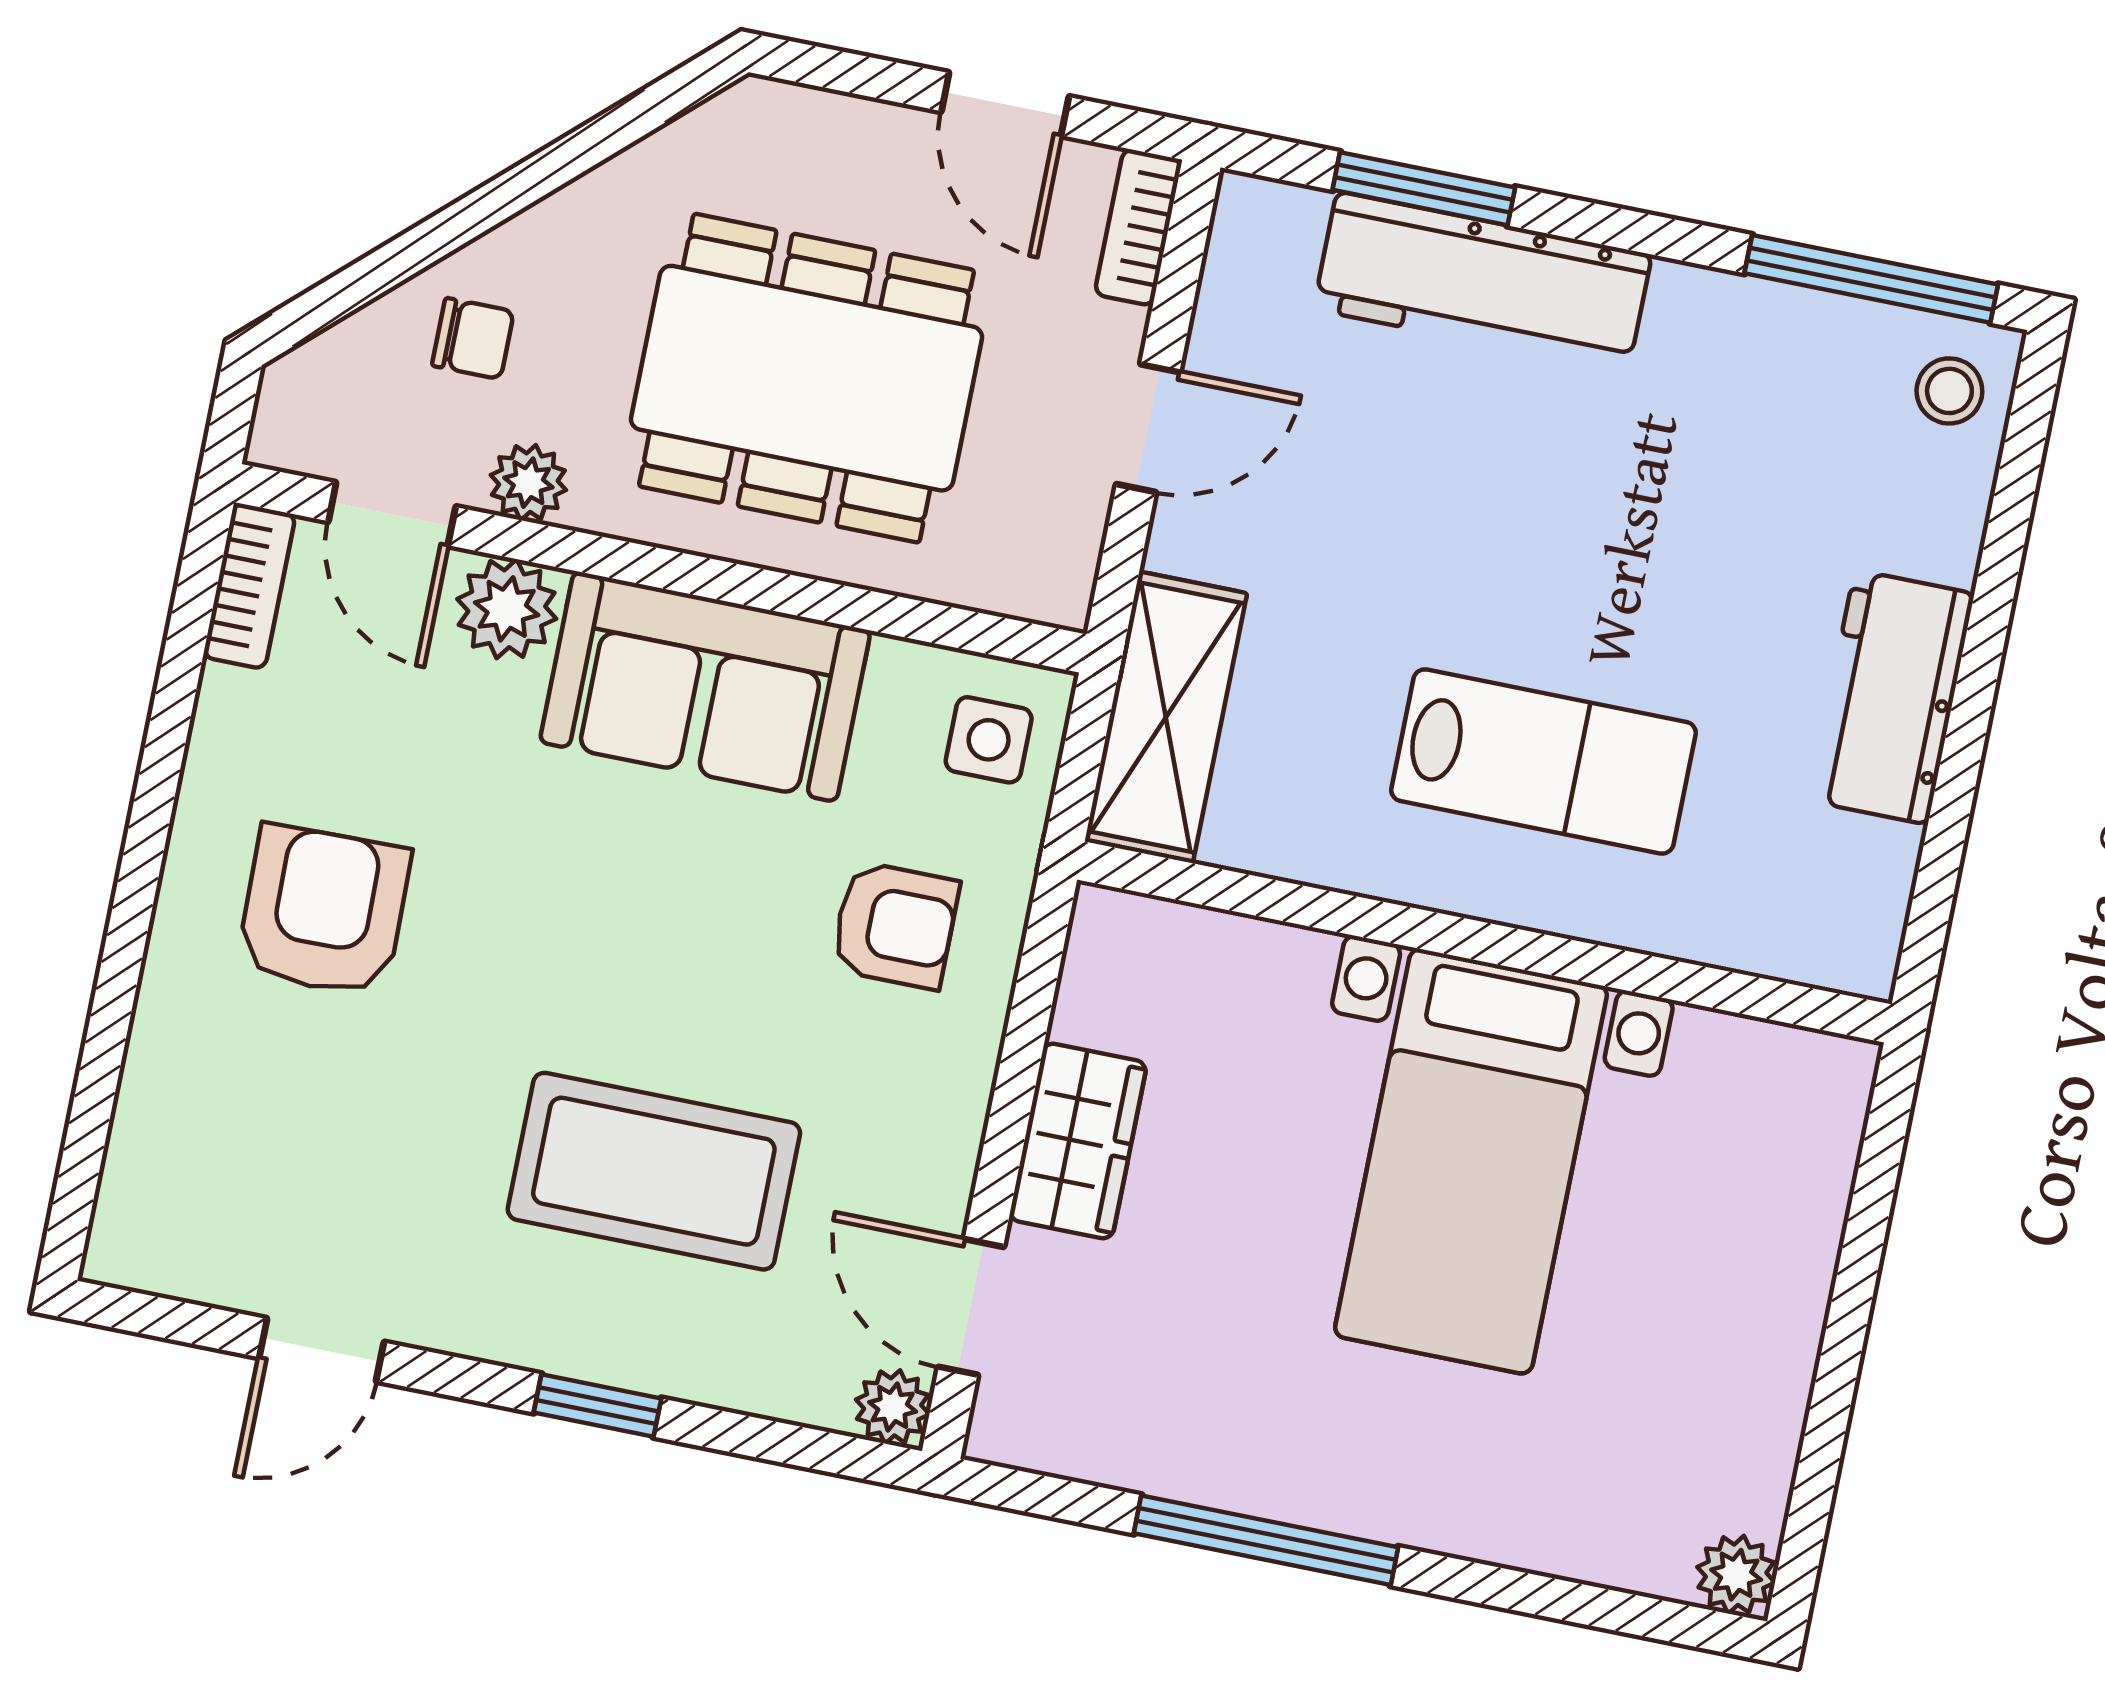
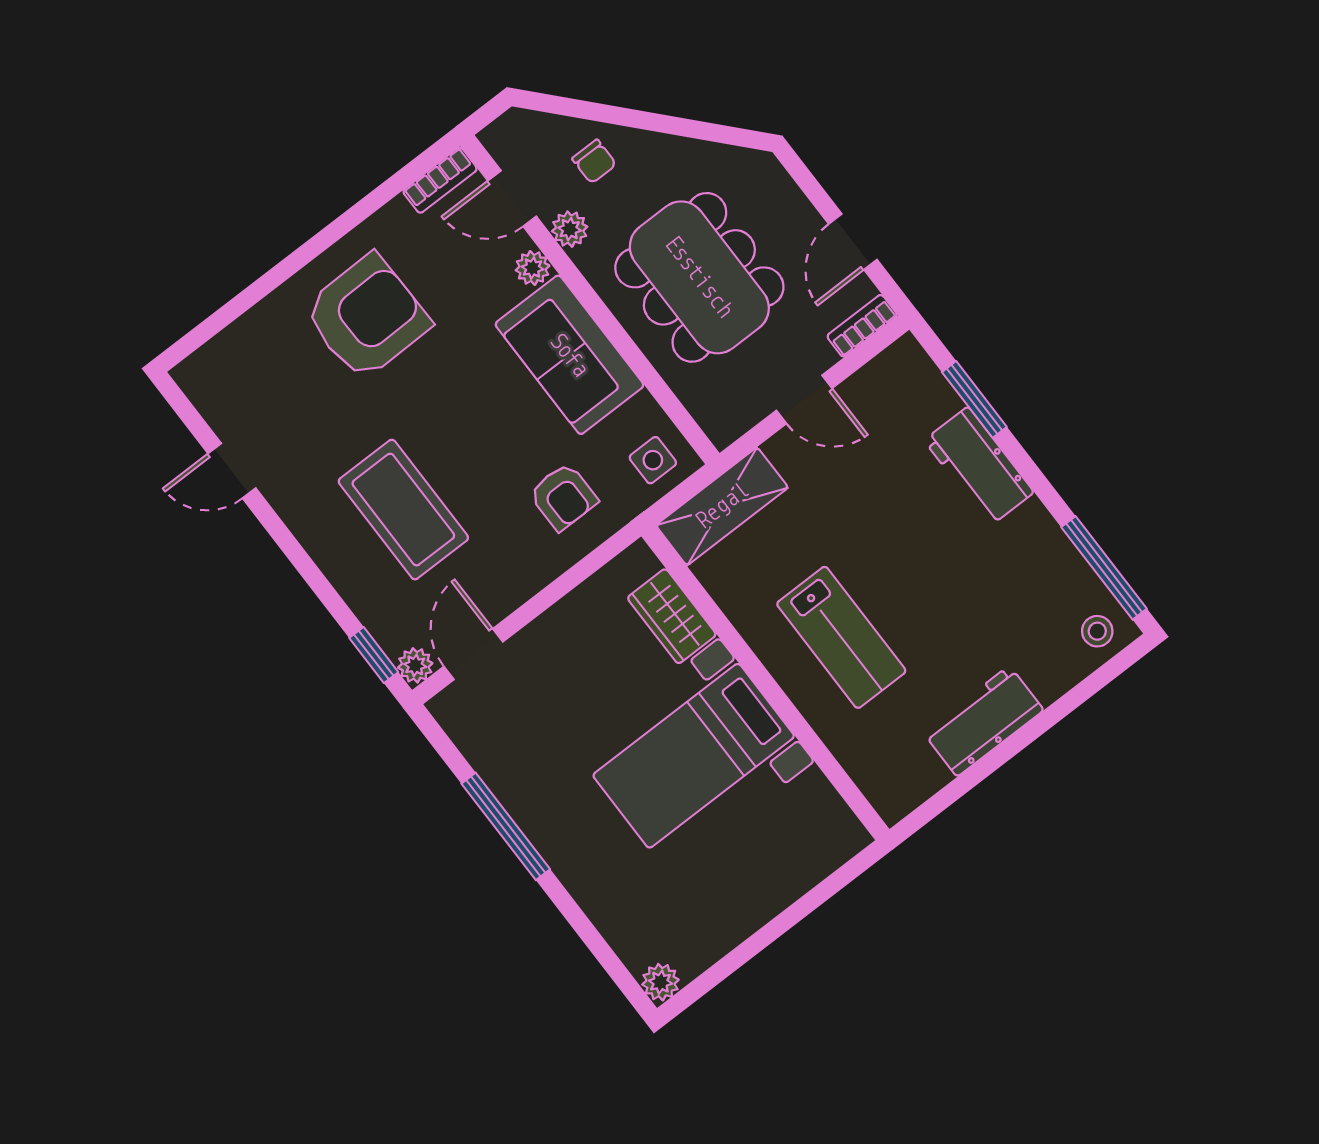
workbench: (1483, 282) -> (979, 466), width x0.73
door: (392, 514) -> (512, 199), hinge flipped
plant: (507, 609) -> (533, 268), width x0.73, depth x0.73
armchair: (324, 911) -> (367, 317), width x1.36, depth x1.36
wardrobe: (1078, 1141) -> (672, 616), moved, turned 90
window: (597, 1406) -> (374, 655), moved

